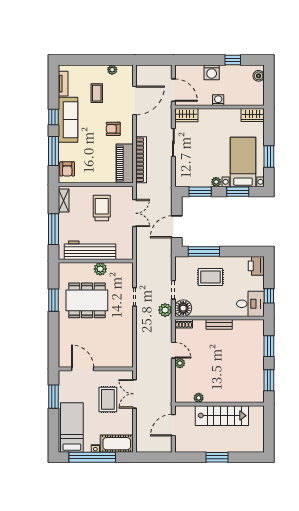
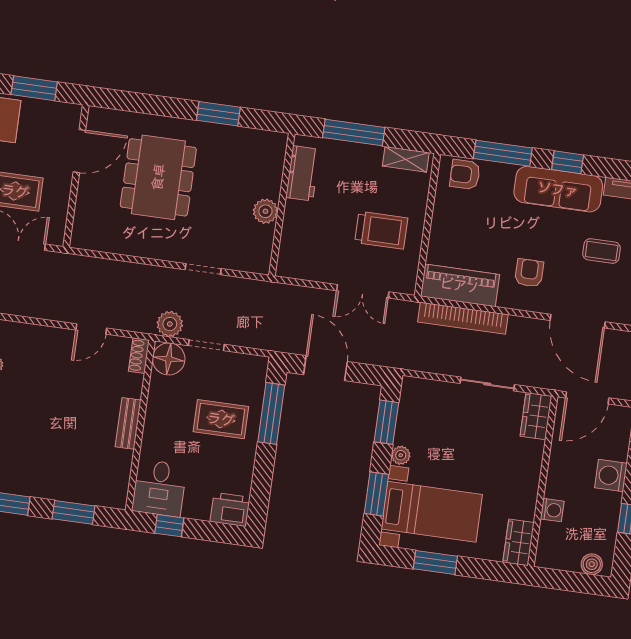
washing machine: (218, 100) -> (552, 510), moved
workbench: (90, 250) -> (303, 173), width x0.53, depth x0.76
rug: (210, 277) -> (221, 419), turned 90
dining table: (87, 300) -> (158, 177), moved
plant: (180, 363) -> (65, 338), removed

